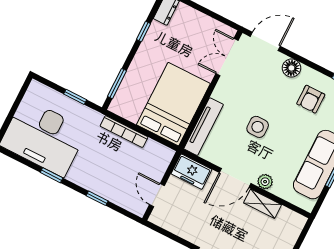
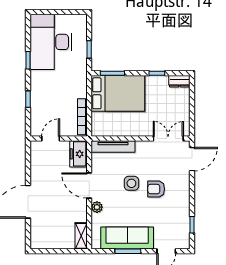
door: (265, 41) -> (192, 159), hinge flipped
floor lamp: (291, 68) -> (183, 186), removed
armchair: (311, 99) -> (156, 189), moved
bed: (173, 104) -> (118, 93), moved
bookcase: (124, 132) -> (82, 117), moved
shelving: (263, 204) -> (81, 236), moved

